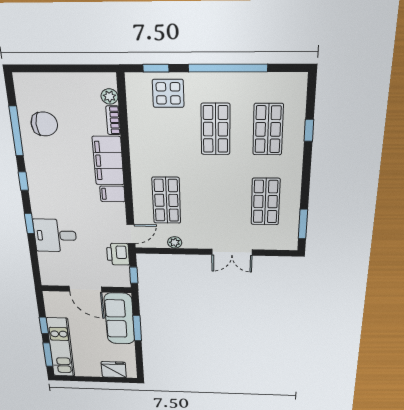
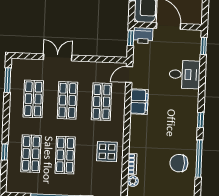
display table: (168, 93) -> (107, 152), moved
filing cabinet: (108, 161) -> (139, 134), removed
filing cabinet: (112, 194) -> (139, 102), width x2.00
shop shelf: (216, 201) -> (67, 100), added
window: (29, 223) -> (204, 46), moved
plant: (175, 242) -> (98, 67), removed
printer: (118, 254) -> (143, 35), moved, turned 90

